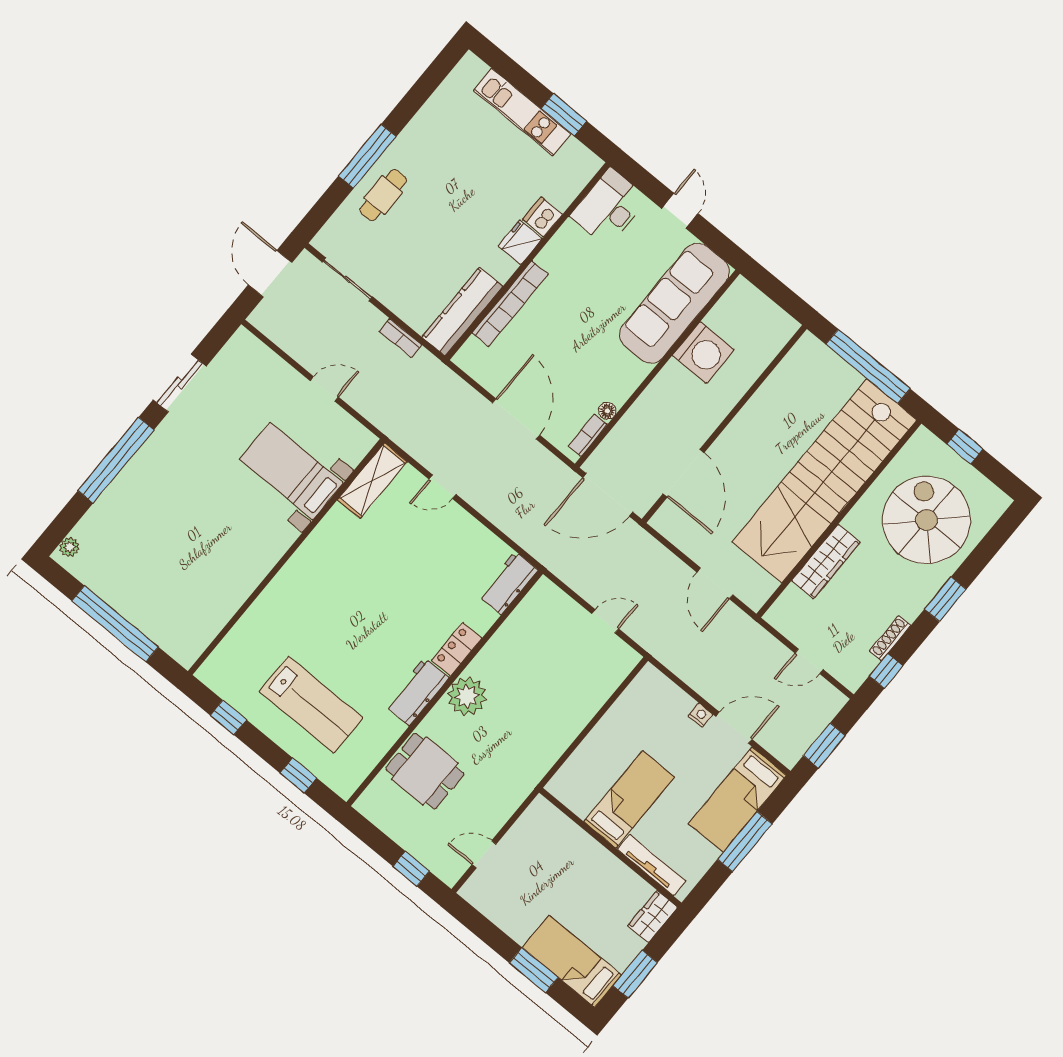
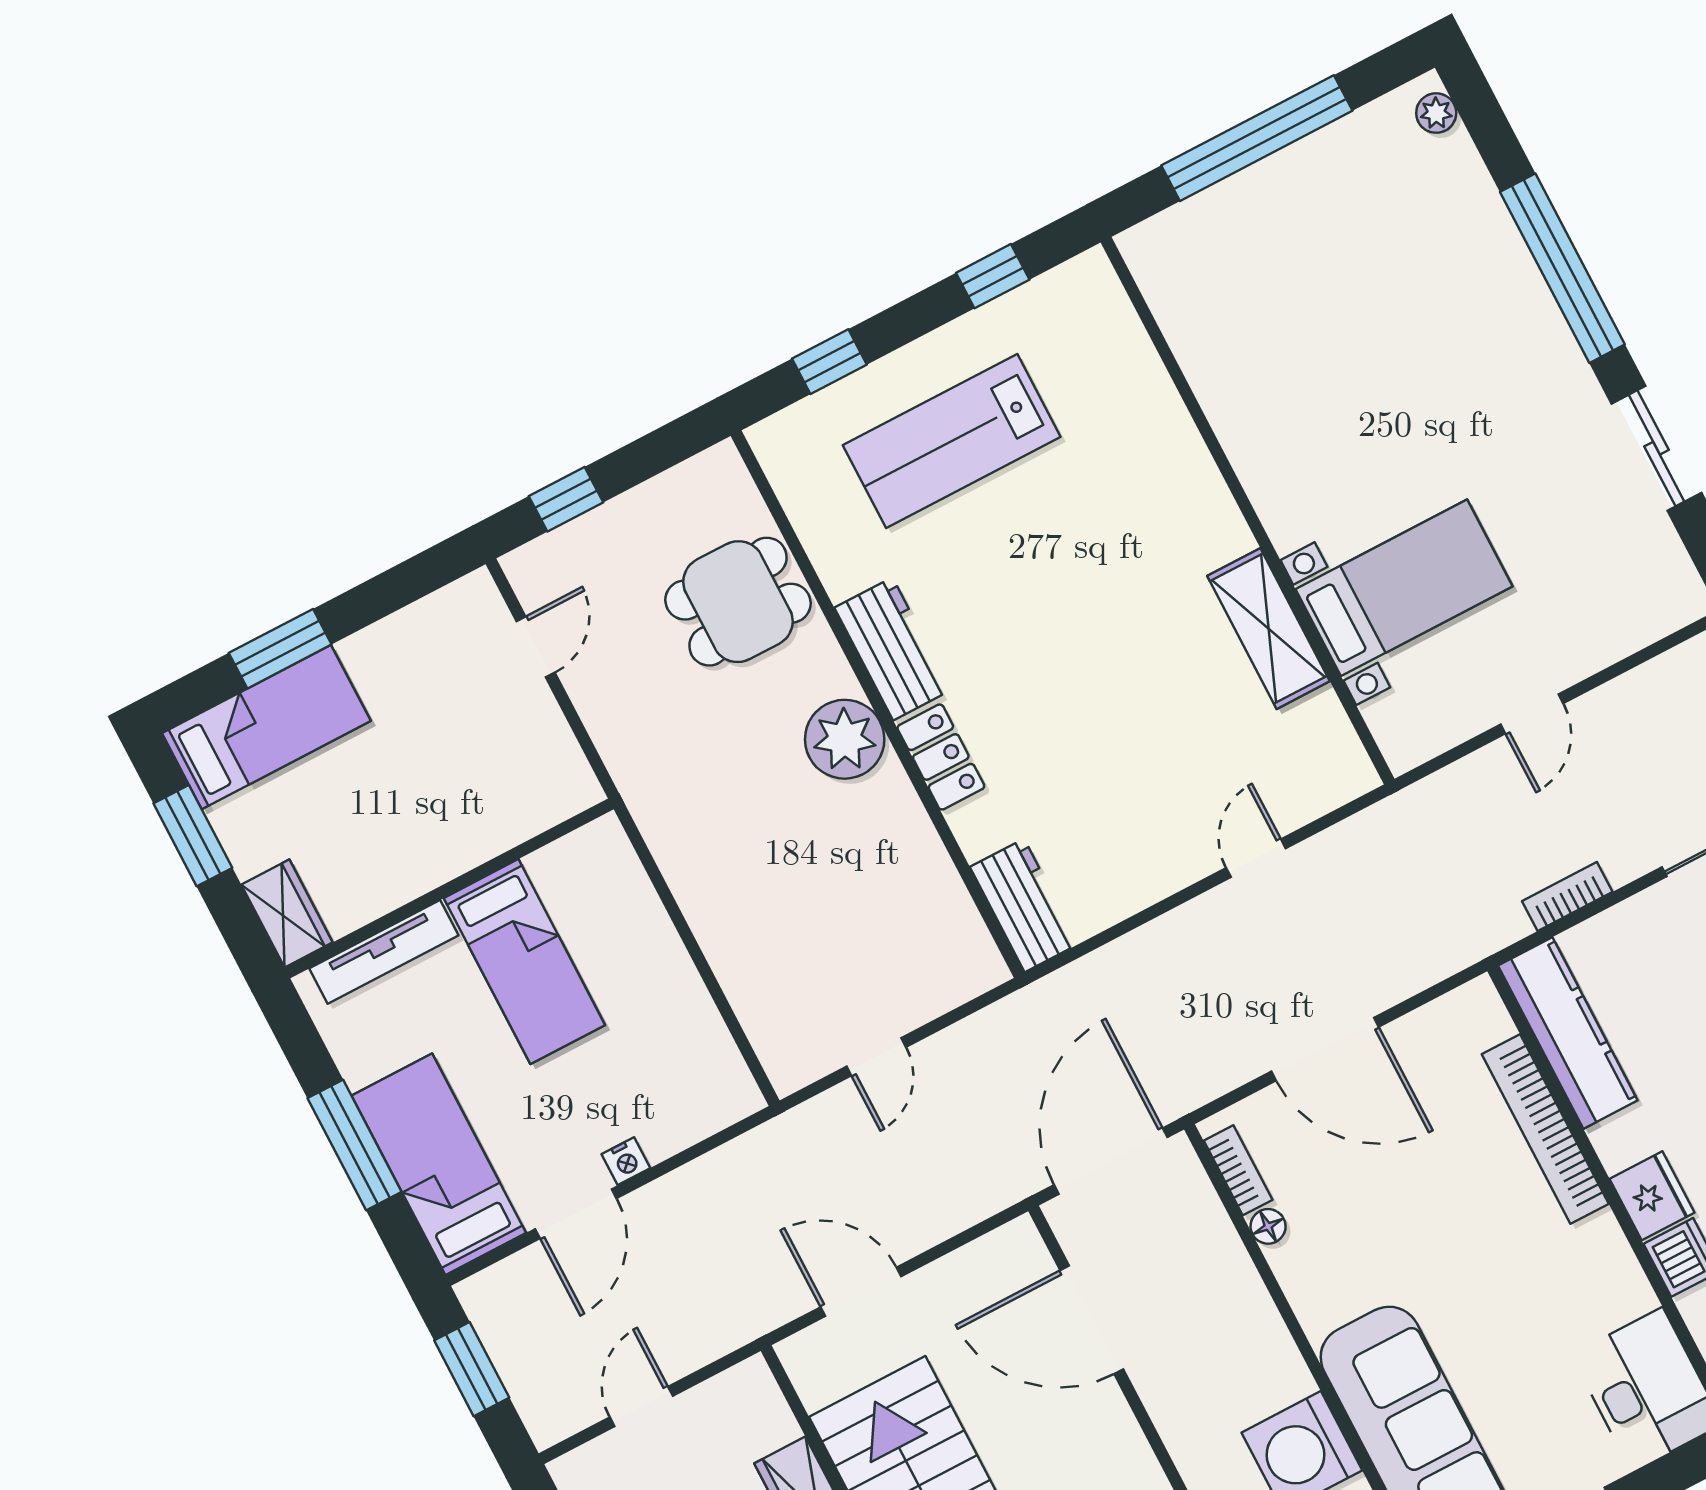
shelving: (372, 481) -> (1269, 629), moved

